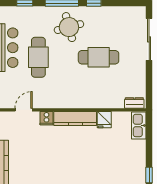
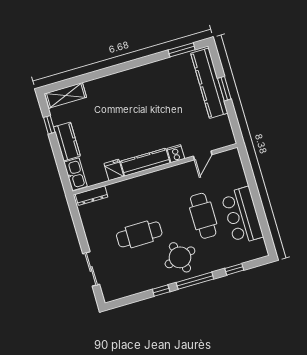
sliding door: (149, 39) -> (91, 269), width x0.73
dresser: (134, 103) -> (92, 196), width x1.44
kitchen counter: (138, 156) -> (67, 142), added

